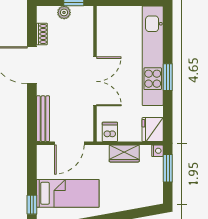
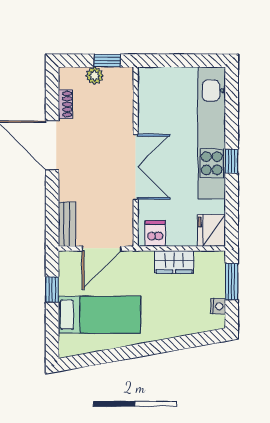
window: (168, 77) -> (232, 161), width x0.67
bench: (43, 119) -> (67, 224), width x0.73
nightstand: (157, 151) -> (218, 306), moved
window: (32, 205) -> (52, 289), moved

